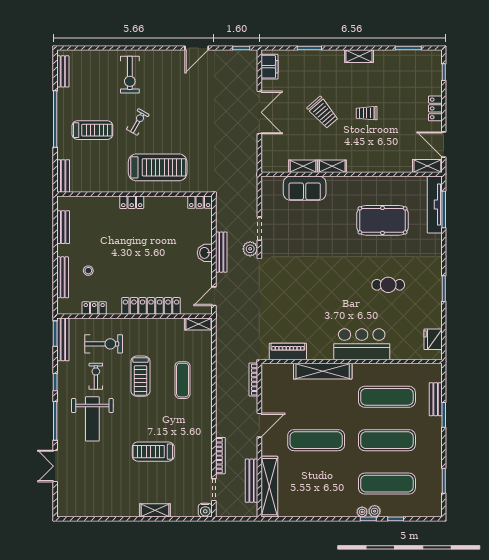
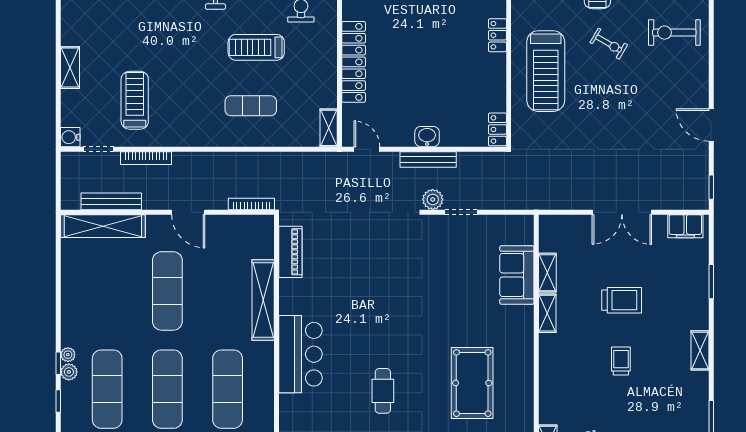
trolley: (323, 113) -> (622, 300), turned -139
treadmill: (153, 452) -> (135, 100), moved

